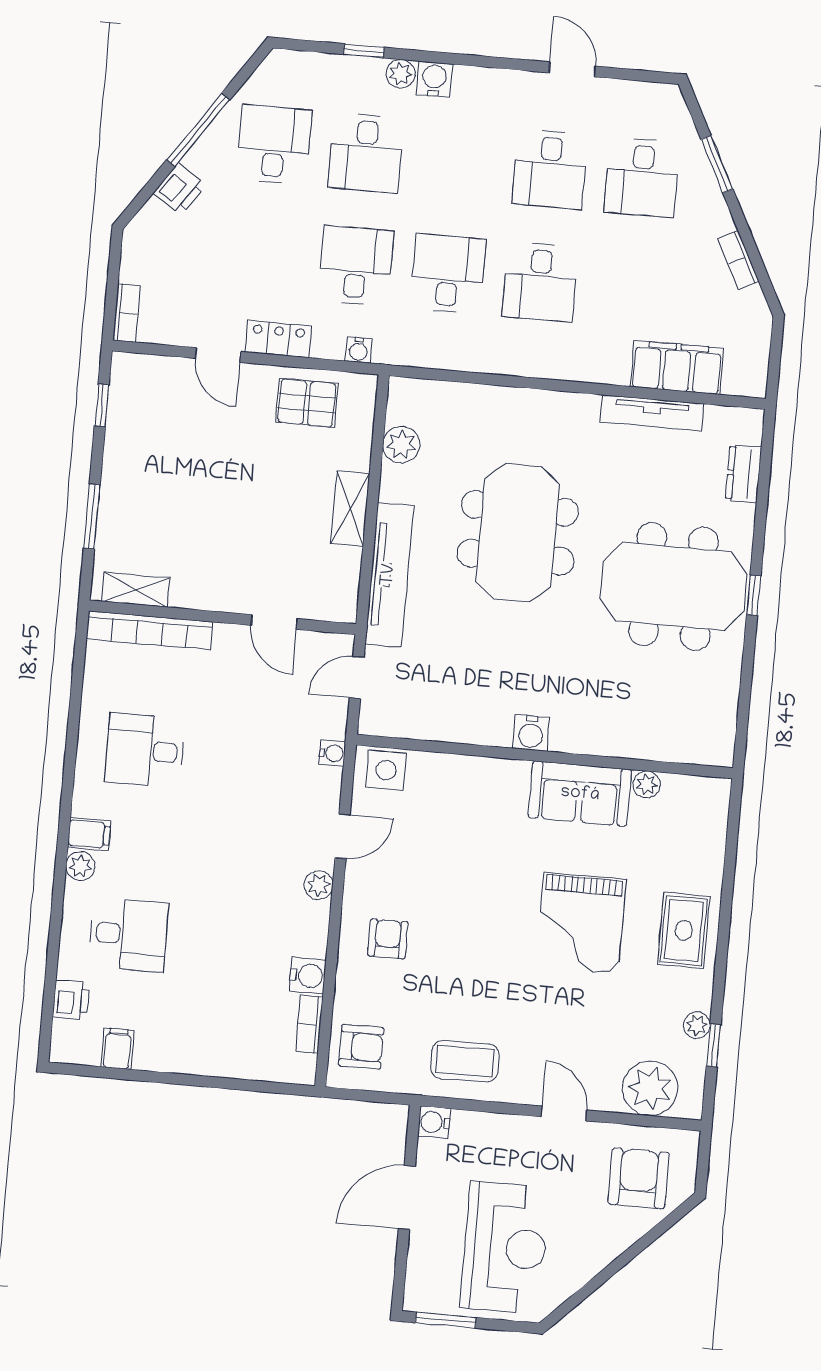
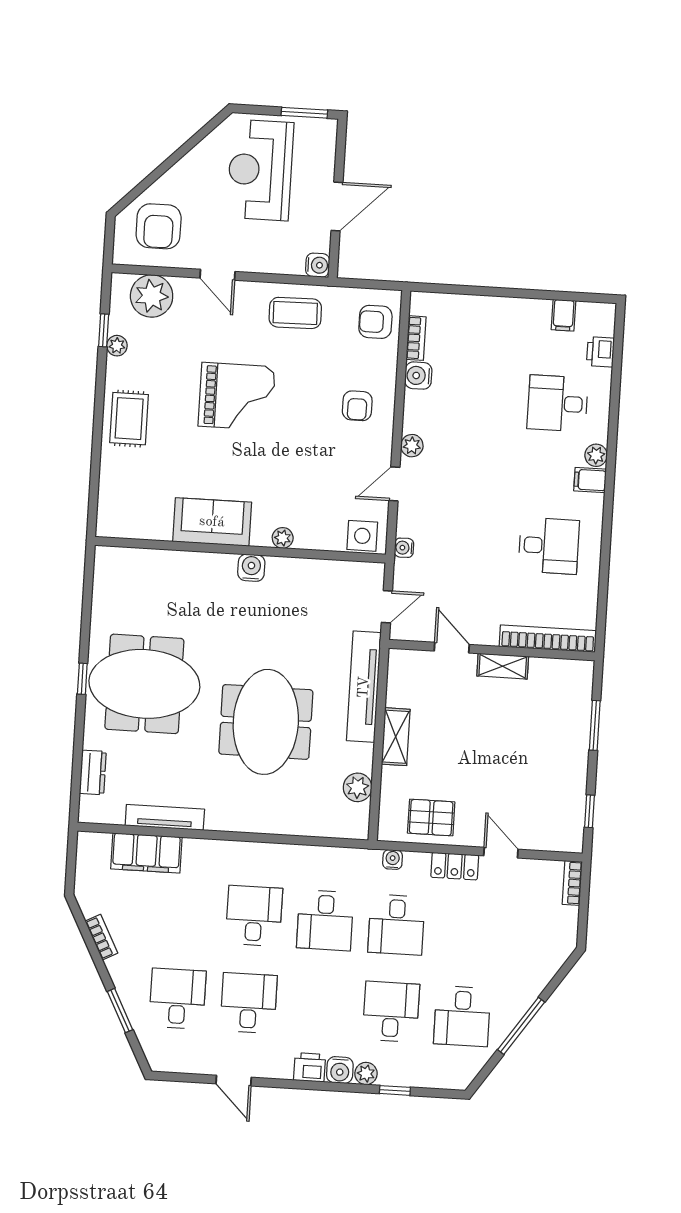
printer: (179, 189) -> (310, 1067), moved, turned 56
shelving: (136, 590) -> (503, 666), moved
plant: (647, 784) -> (283, 538), moved
grand piano: (581, 923) -> (237, 396), moved, turned 90

